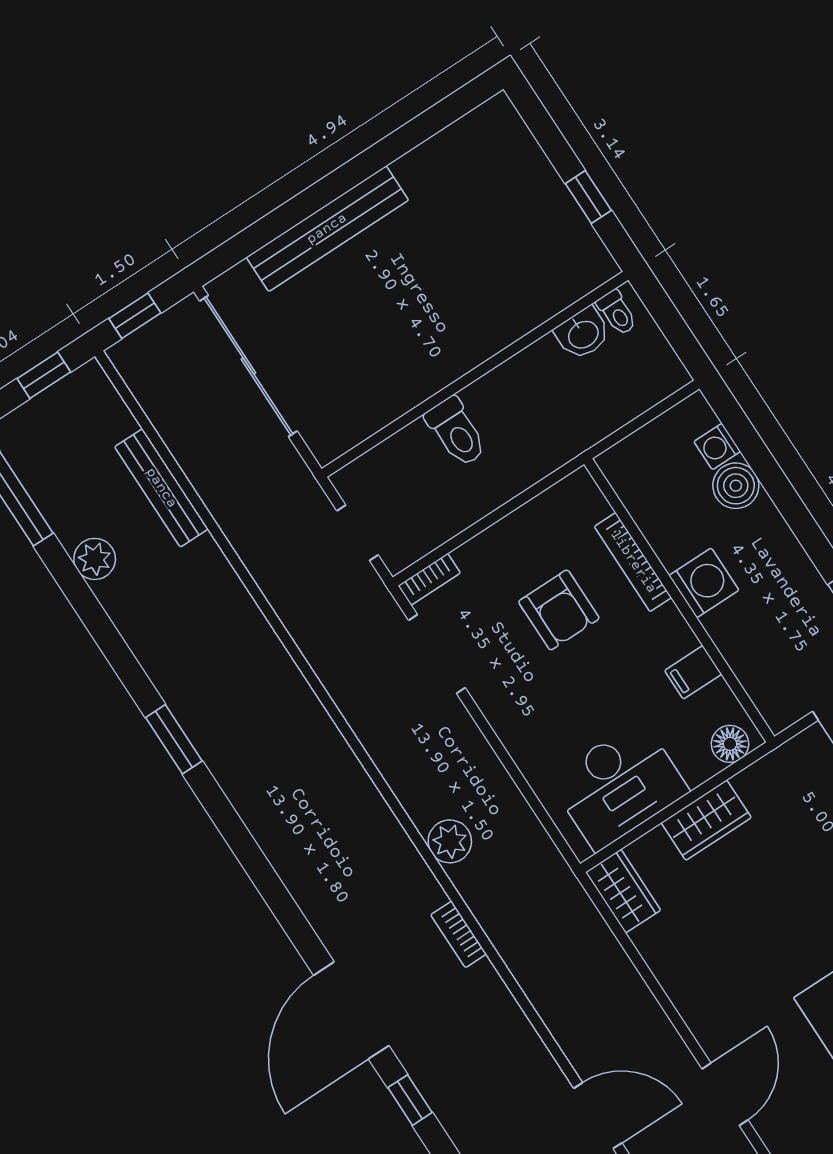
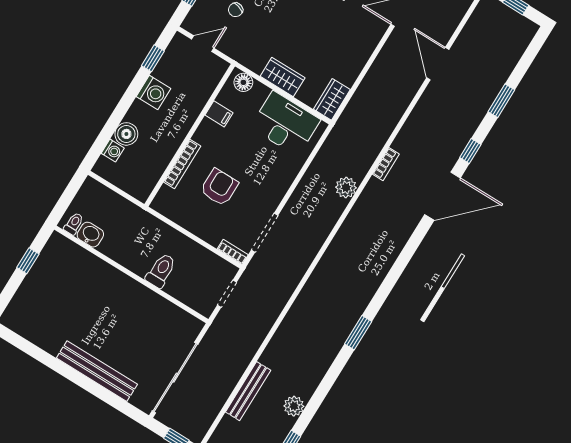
washing machine: (704, 583) -> (153, 93), moved, turned 180

